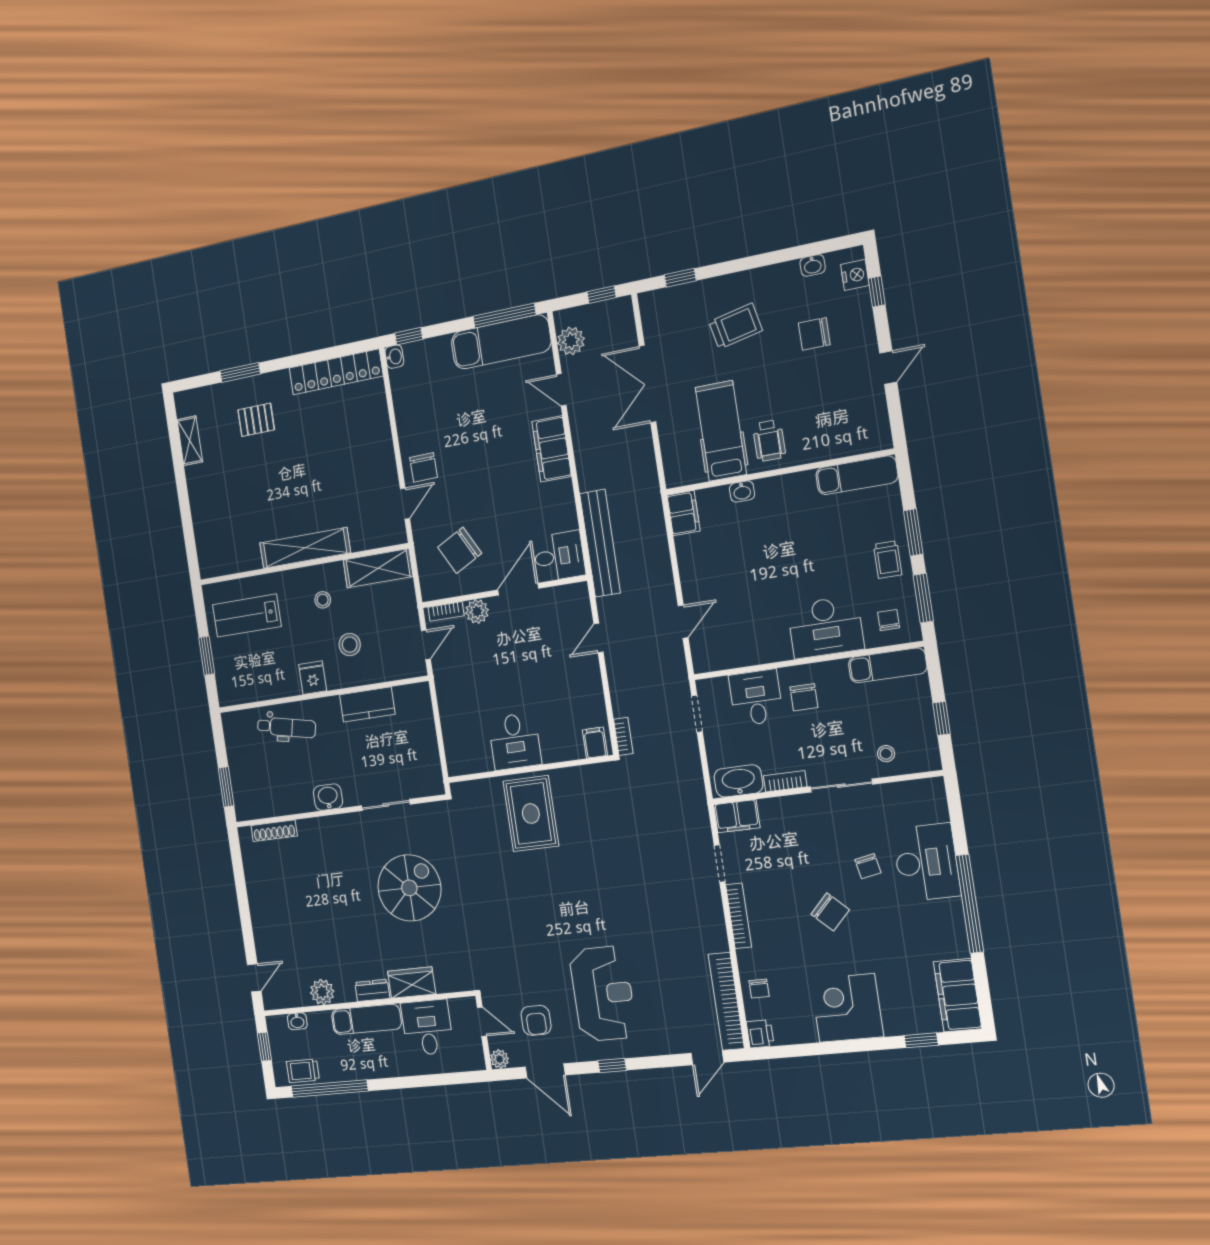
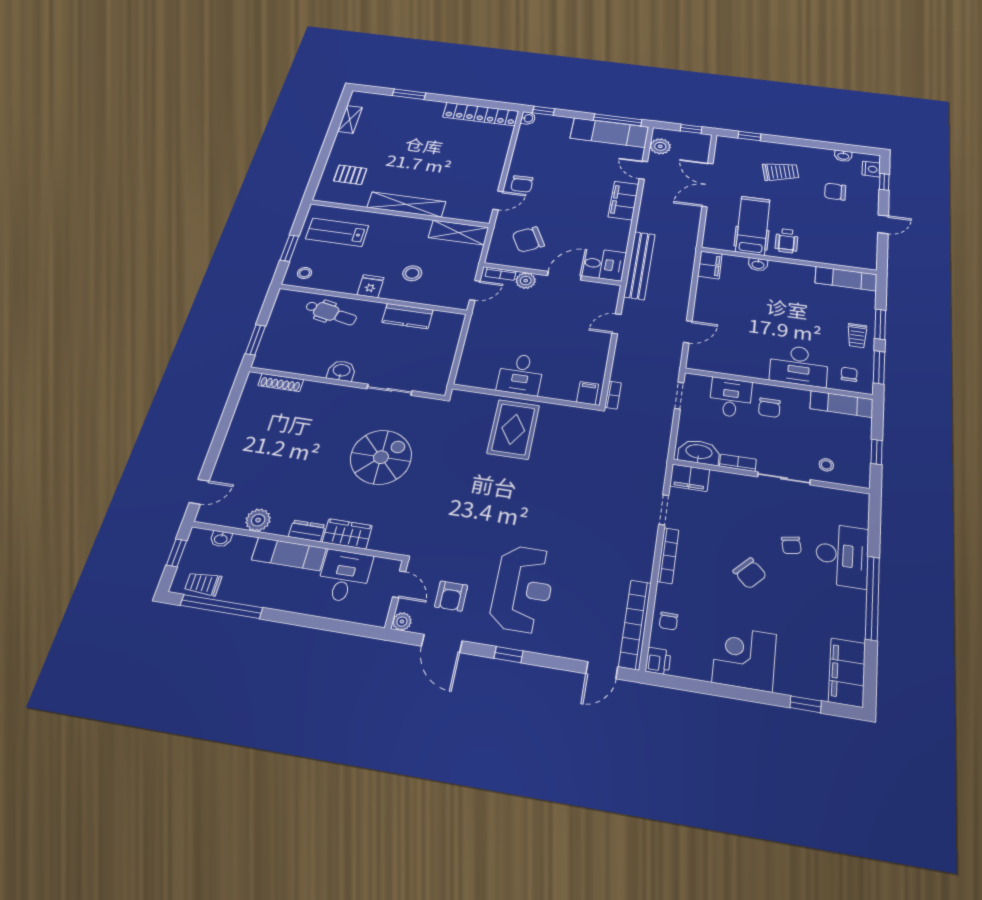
pallet: (256, 420) -> (350, 175), moved
stool: (323, 600) -> (305, 273), moved

